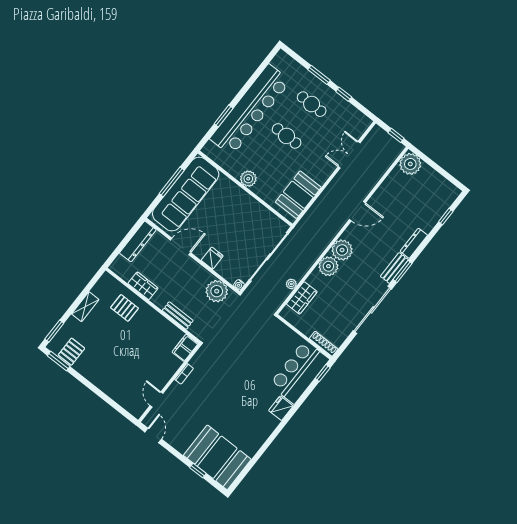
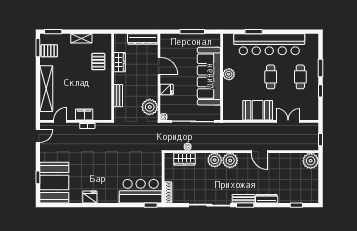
sofa: (186, 194) -> (209, 76), moved, turned 90
booth: (298, 195) -> (258, 110), moved
filing cabinet: (185, 348) -> (84, 114), moved
shelving: (110, 387) -> (46, 89), added
fridge: (281, 408) -> (90, 197), moved

